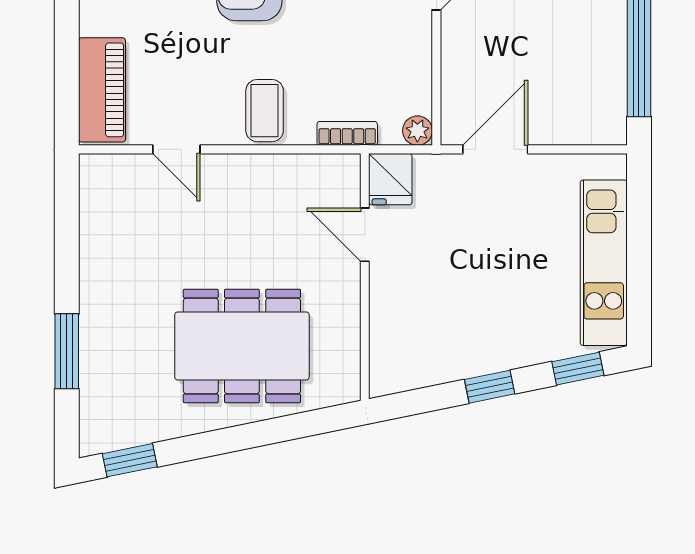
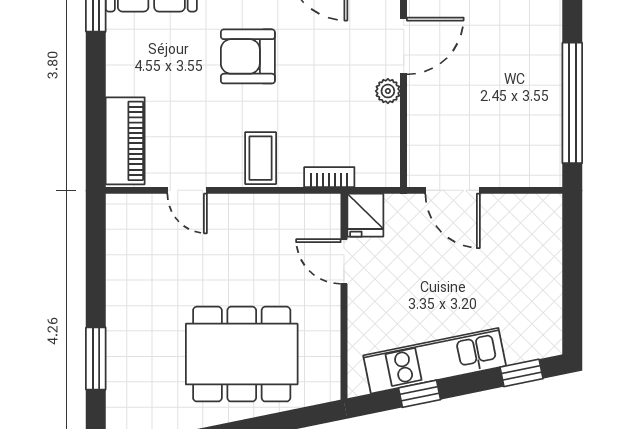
plant: (417, 131) -> (388, 91), moved
door: (495, 149) -> (453, 190), swing flipped
kitchen unit: (604, 263) -> (435, 361), moved, turned 78
window: (490, 387) -> (420, 394), moved

